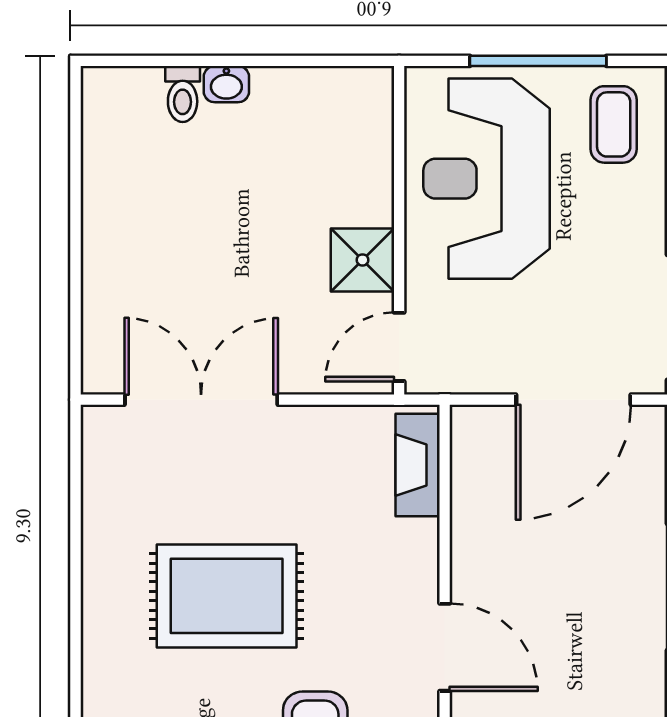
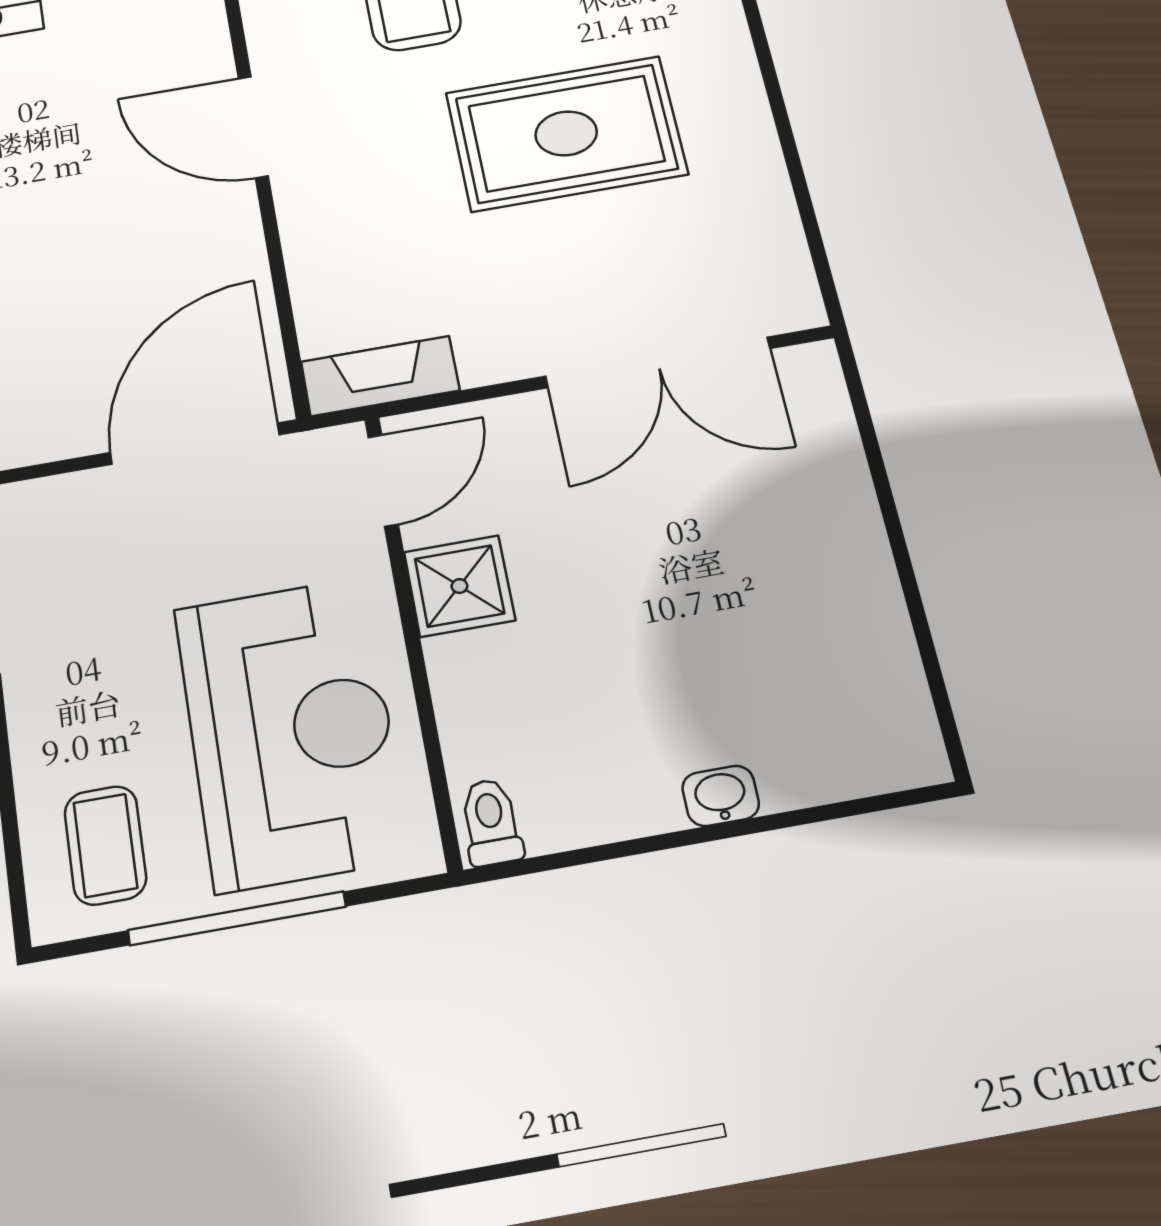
toilet: (183, 94) -> (491, 822), moved
door: (573, 400) -> (195, 444), moved
fireplace: (418, 465) -> (380, 376), moved, turned -90

